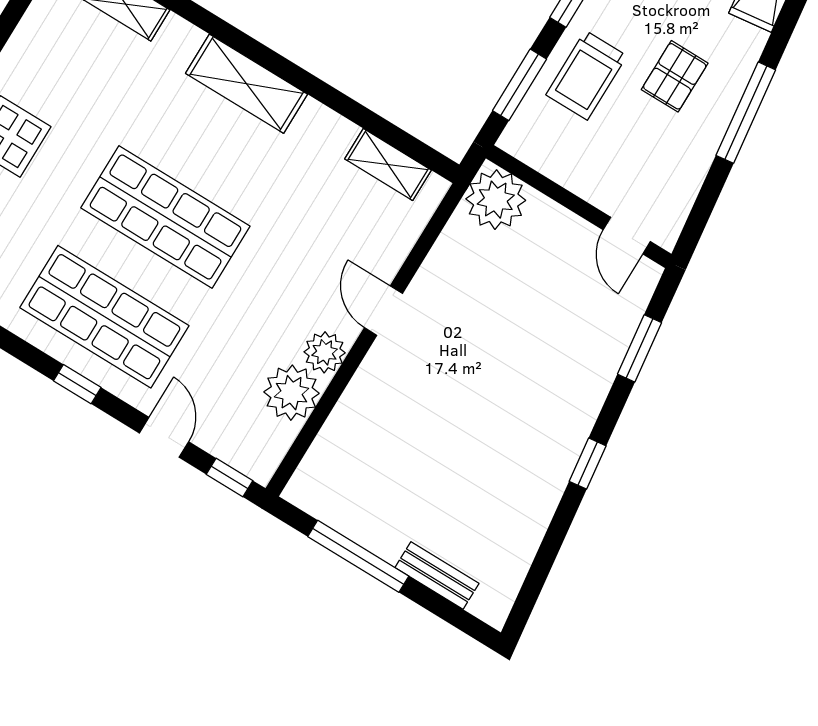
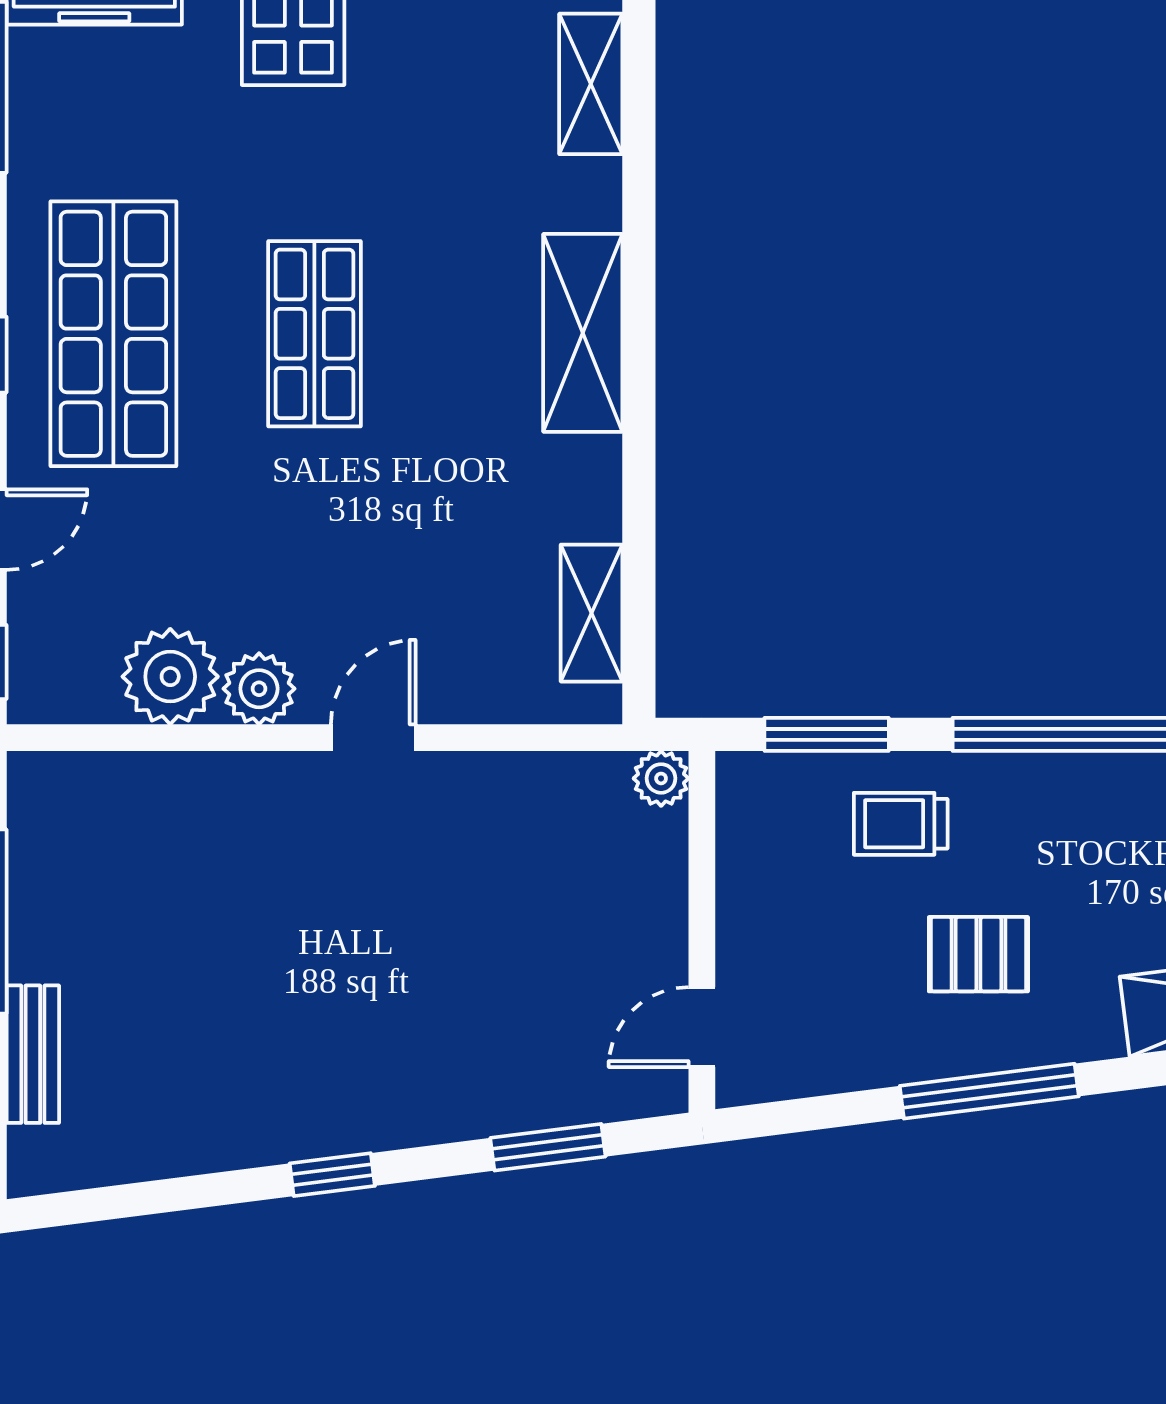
trolley: (586, 75) -> (901, 824), width x0.73, depth x0.72
plant: (496, 200) -> (661, 778), width x0.53, depth x0.53
shop shelf: (165, 217) -> (314, 334), width x0.70, depth x0.74

